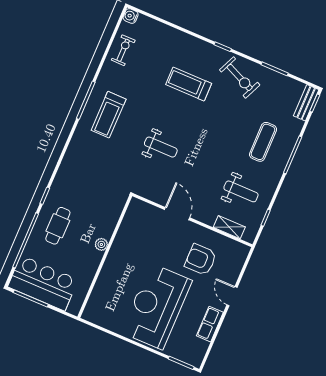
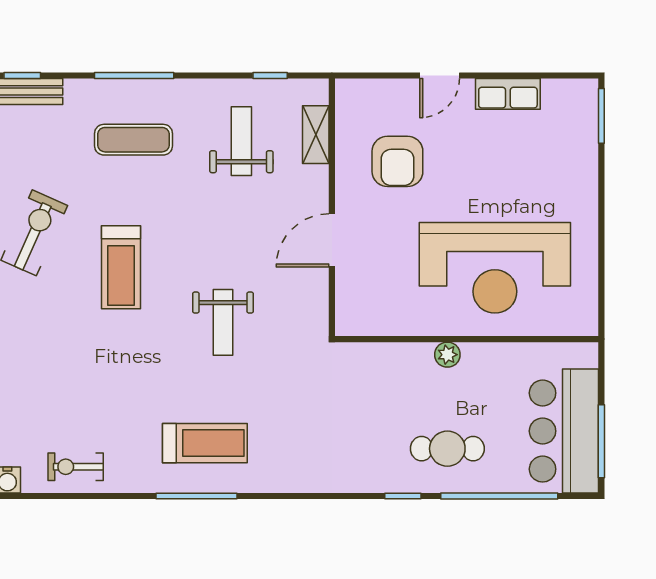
treadmill: (189, 84) -> (121, 267), moved
weight bench: (161, 147) -> (223, 322), turned 180
reception desk: (157, 306) -> (495, 268), moved

